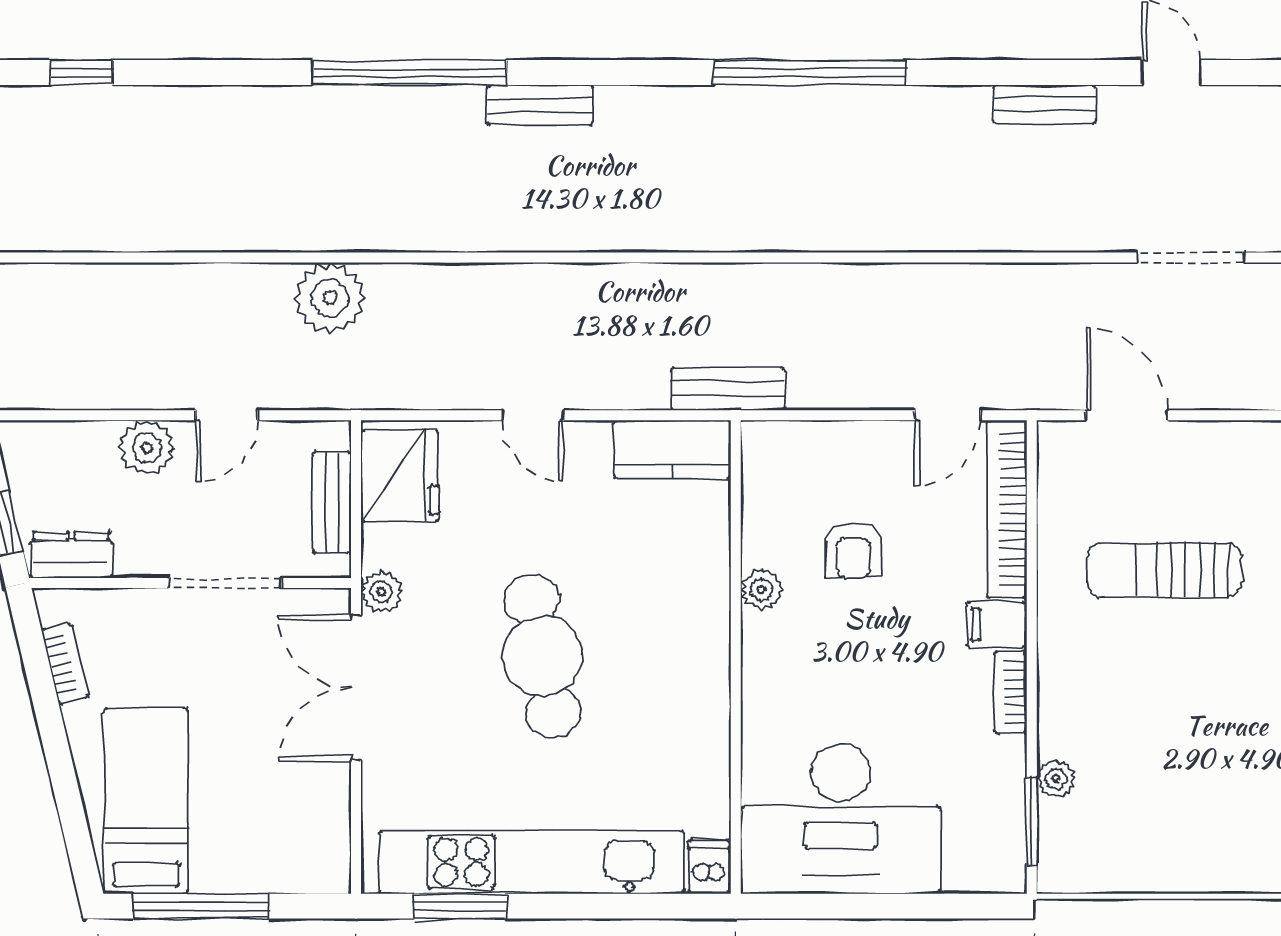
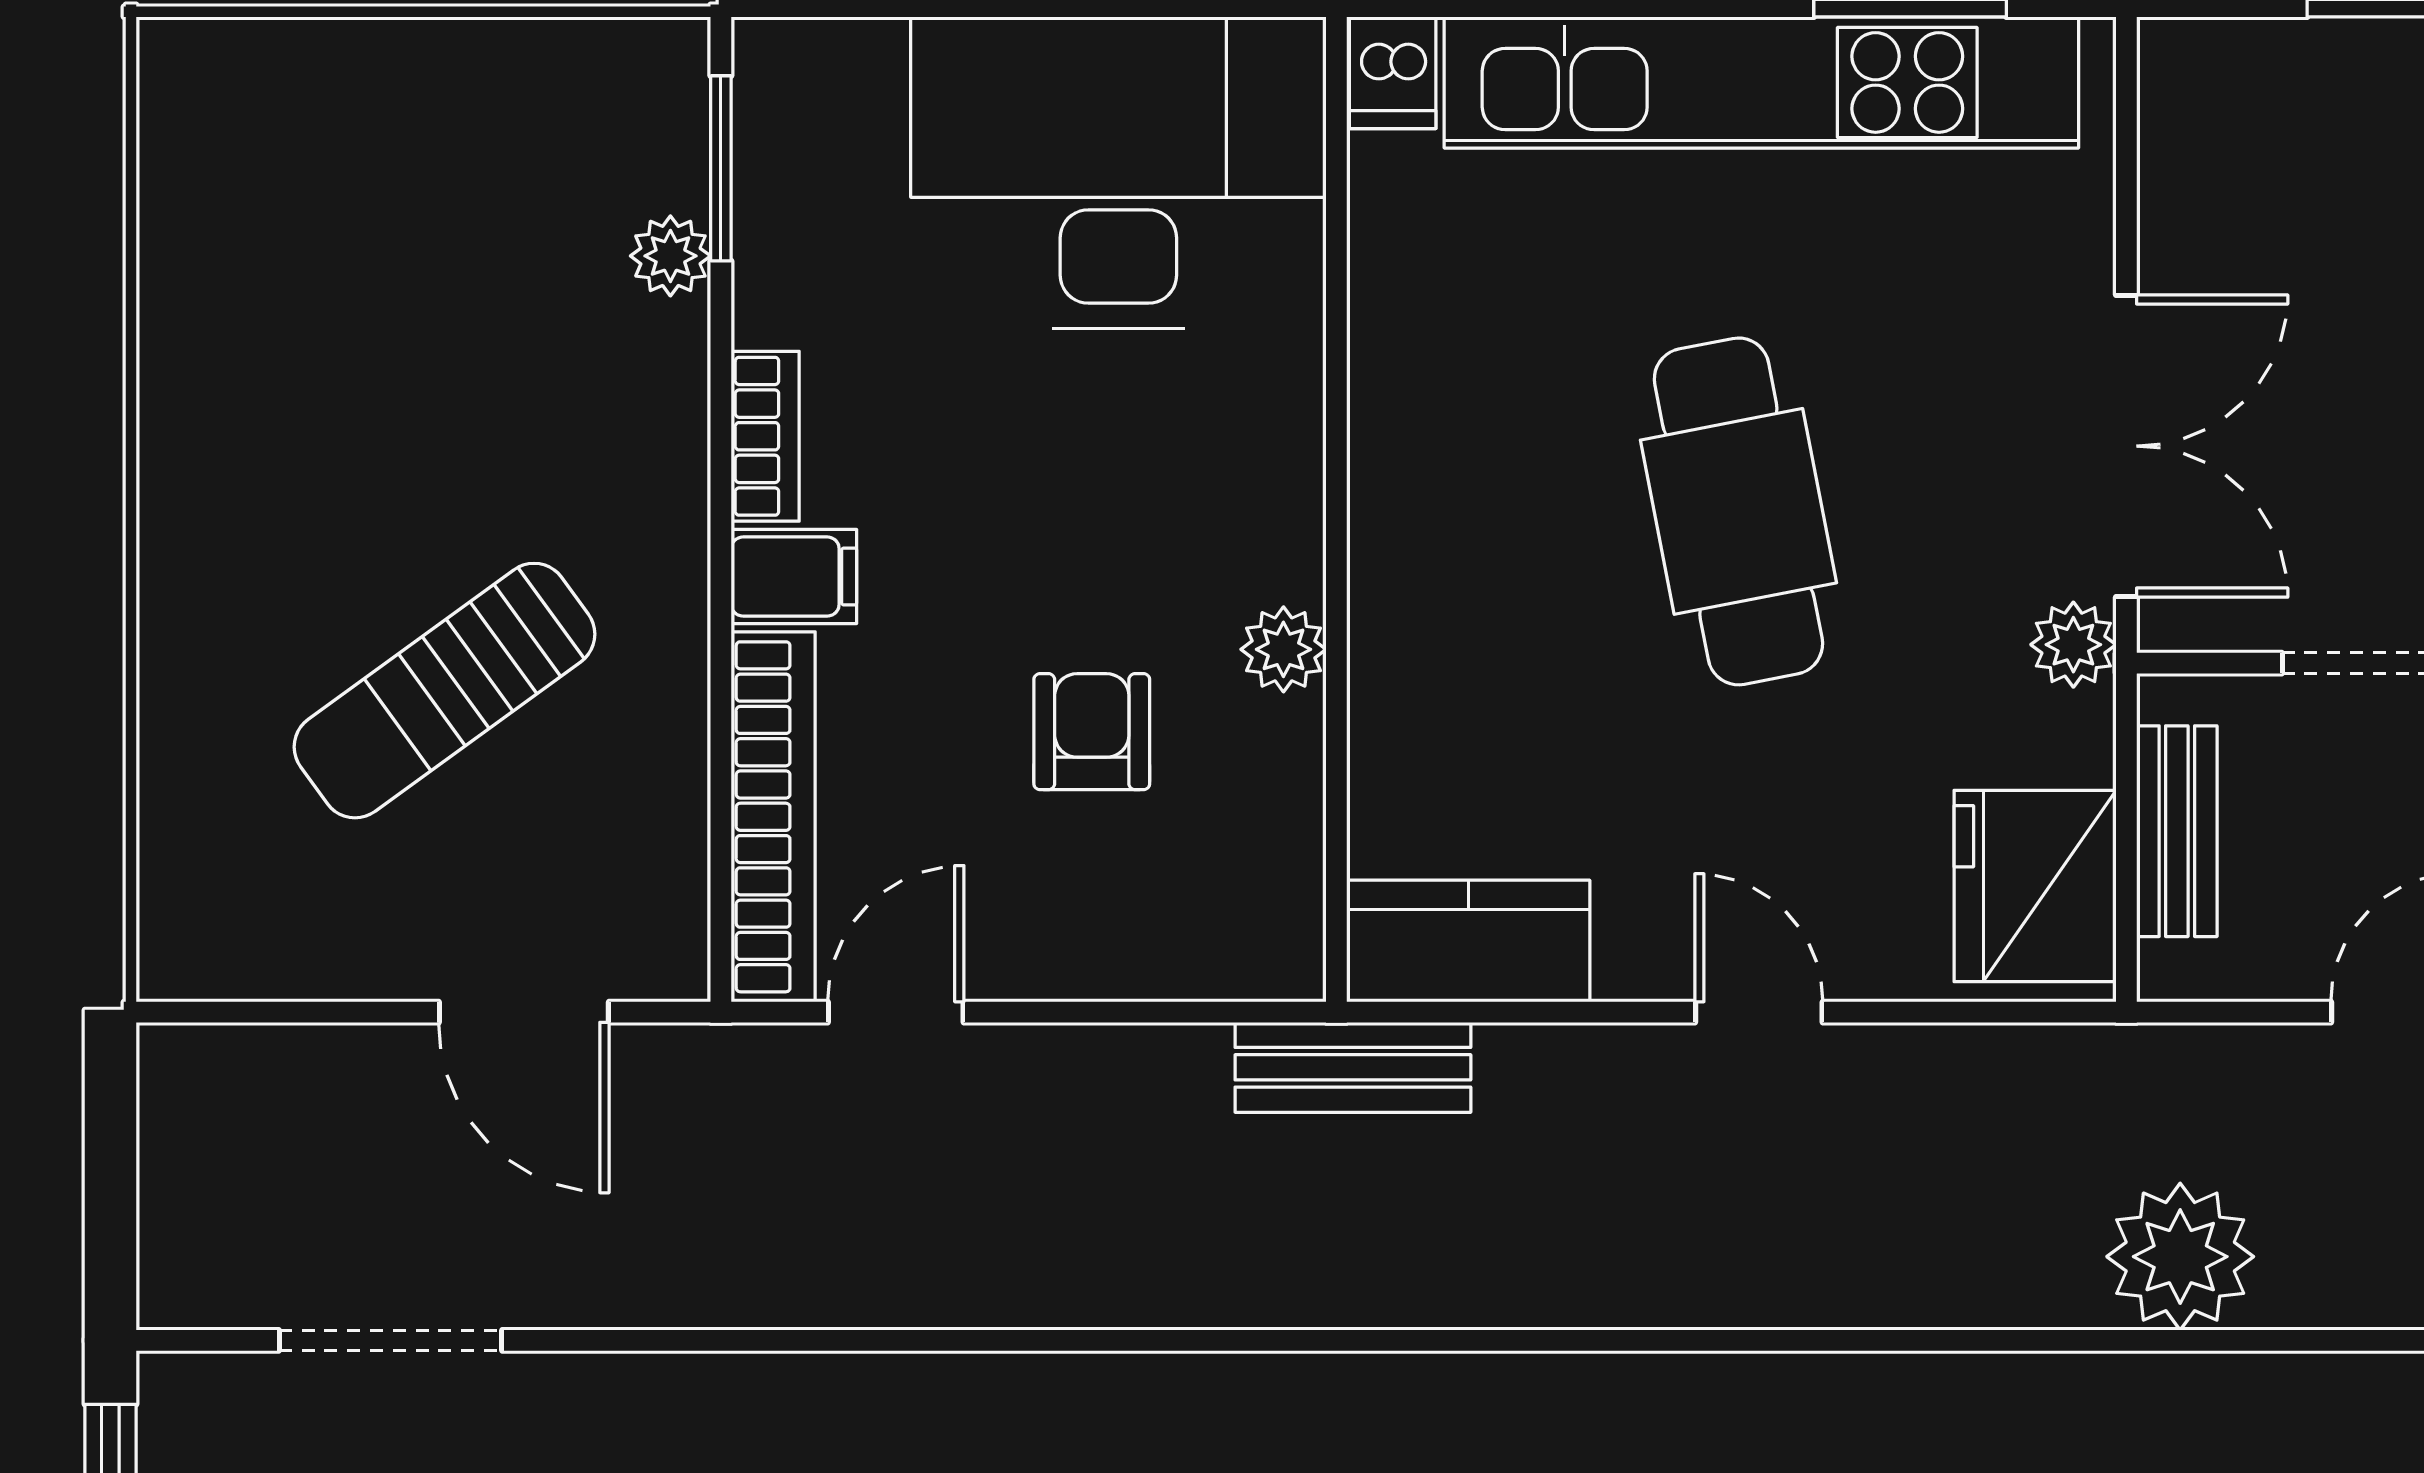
sun lounger: (1165, 570) -> (444, 691), turned 144

